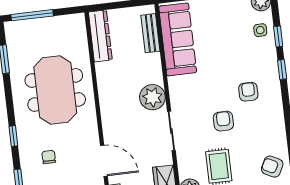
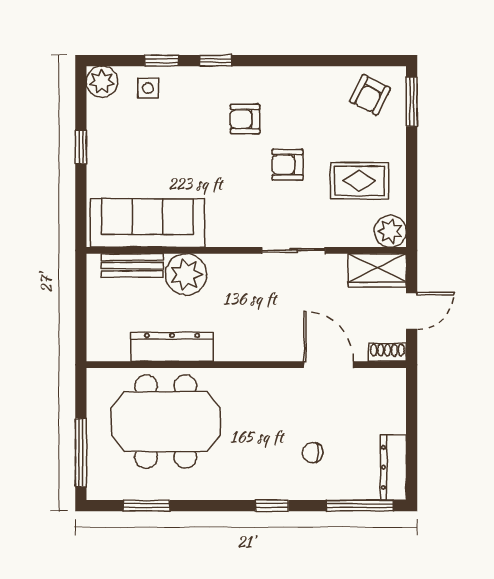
dresser: (100, 36) -> (172, 347), moved
meeting table: (55, 90) -> (166, 422), moved
plant: (152, 97) -> (186, 274), moved
door: (104, 161) -> (329, 365), hinge flipped

